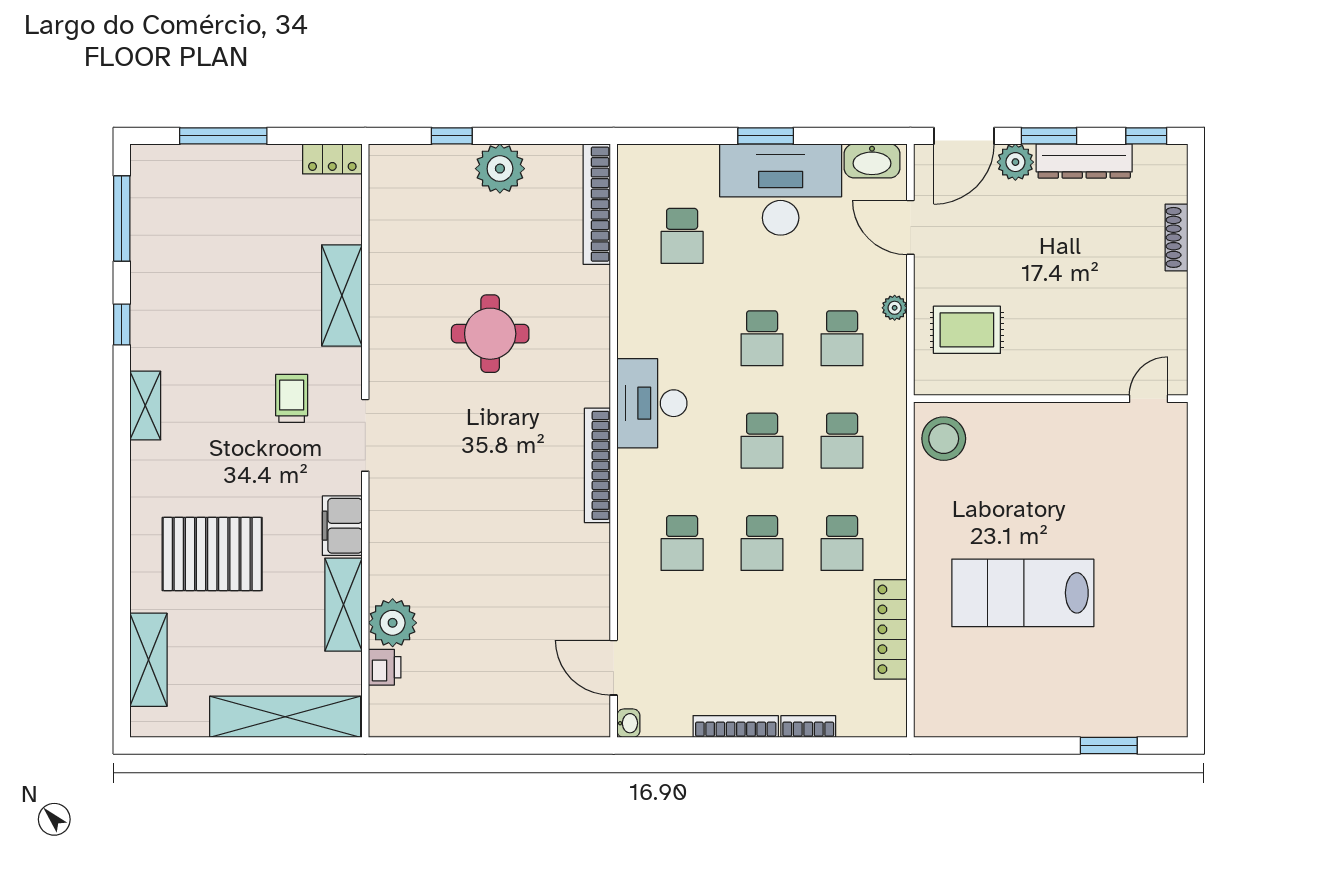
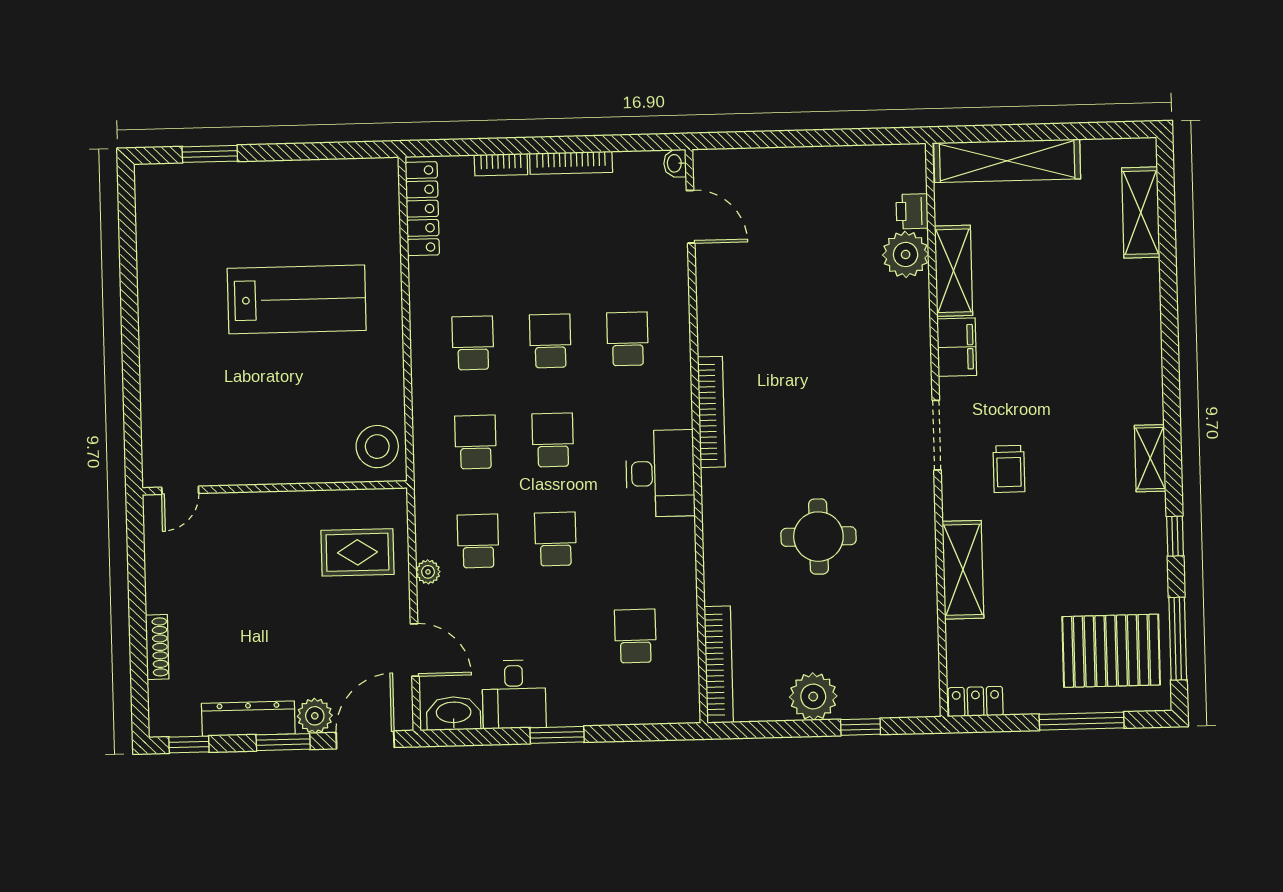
desk: (781, 190) -> (514, 694), width x0.53, depth x0.77
pallet: (212, 554) -> (1111, 651), moved
locker: (891, 629) -> (422, 209), moved

